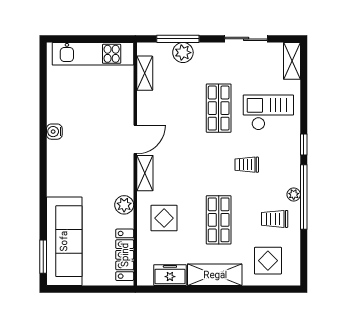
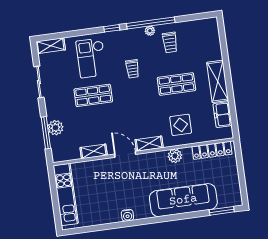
shelving: (145, 73) -> (94, 151), moved
sofa: (64, 241) -> (183, 200), moved
display table: (268, 261) -> (202, 43), removed

